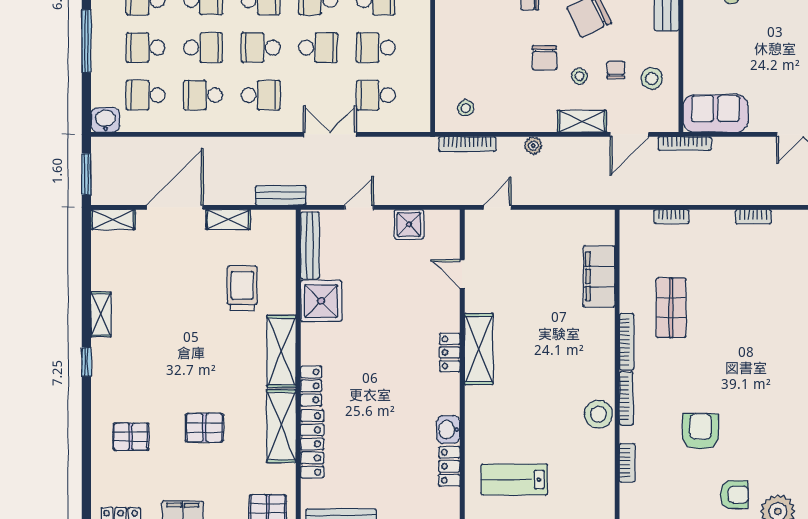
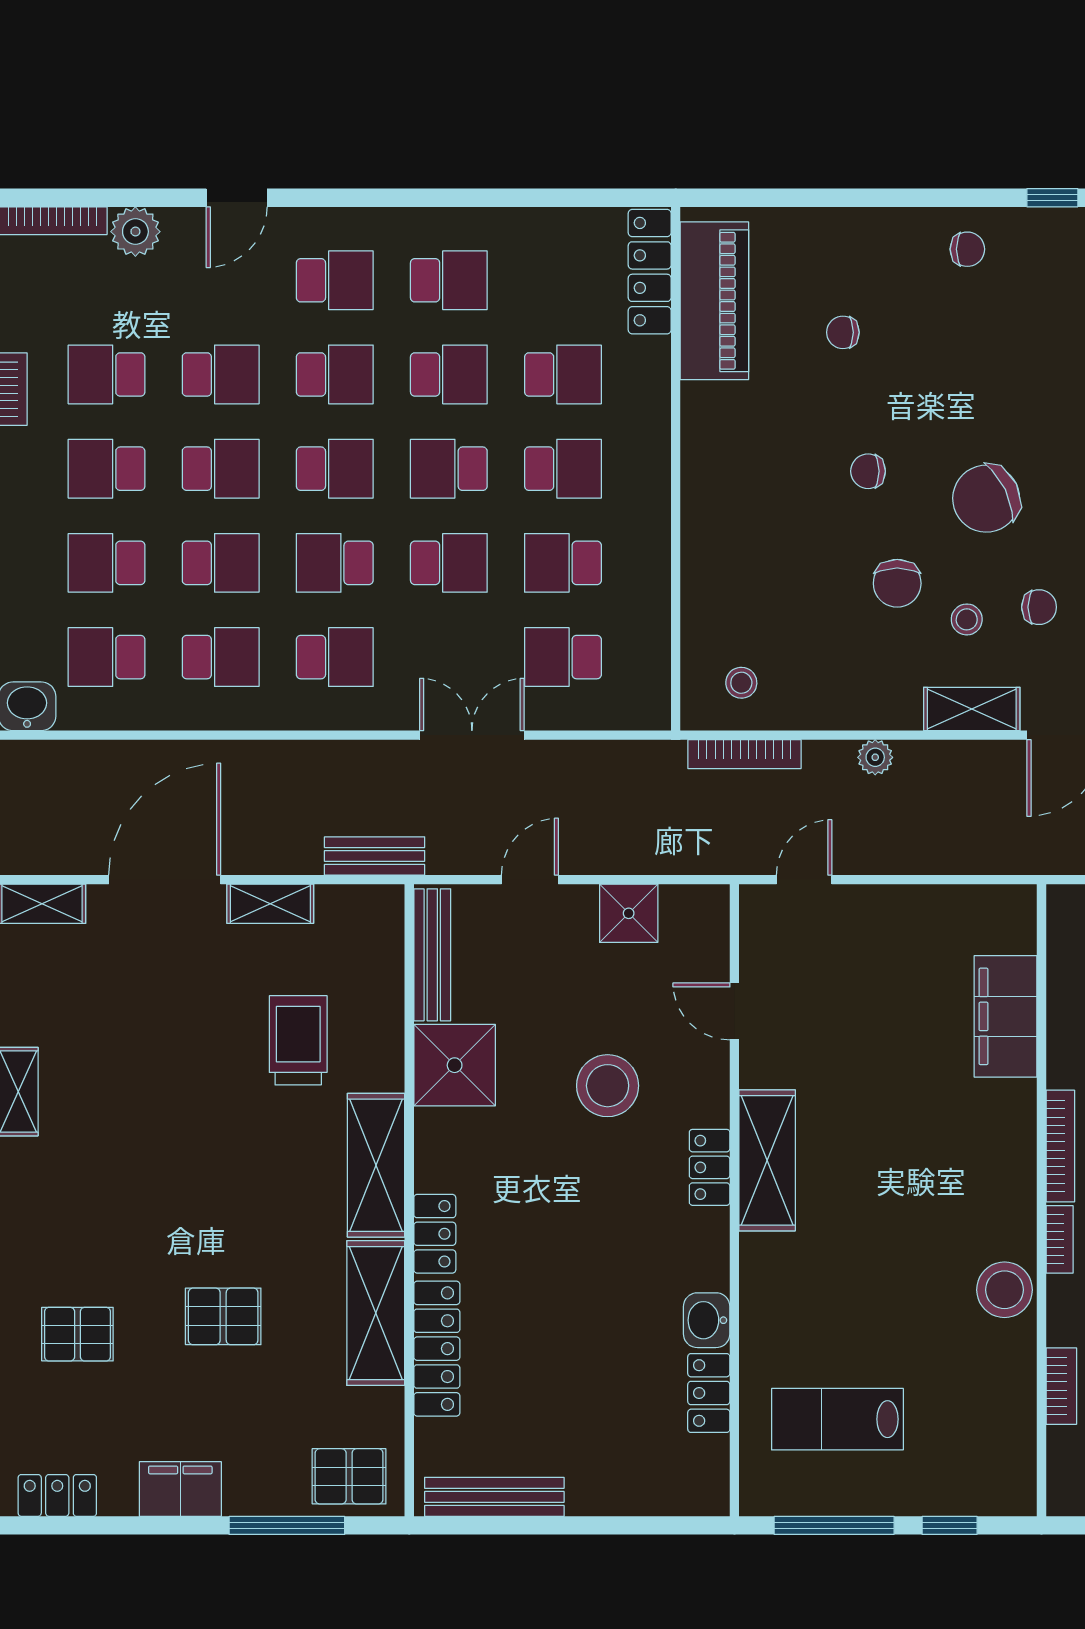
chair: (616, 70) -> (1039, 607), turned 90
school desk: (203, 95) -> (221, 657), turned 180
stool: (398, 311) -> (608, 1086), added
bookcase: (626, 398) -> (1060, 1239), width x0.64

